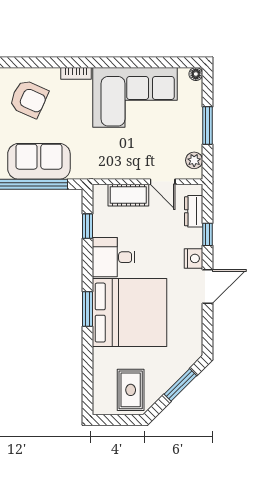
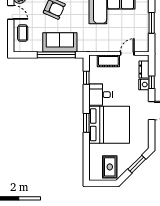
plant: (194, 160) -> (144, 42), removed
door: (163, 182) -> (127, 54), swing flipped
nightstand: (193, 258) -> (144, 85), moved

